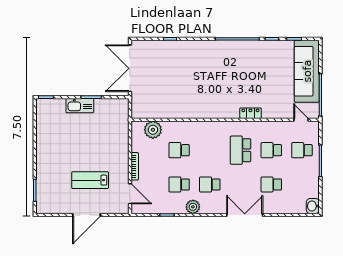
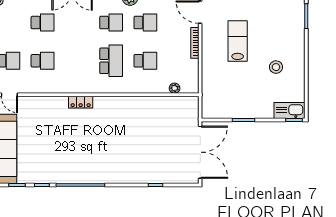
kitchen sink: (80, 106) -> (290, 111), moved
locker: (250, 113) -> (81, 102), moved
plant: (153, 130) -> (175, 88), width x0.53, depth x0.53
stool: (62, 145) -> (276, 67), added
school desk: (241, 150) -> (111, 61), moved
lab bench: (90, 180) -> (238, 41), moved, turned -90

